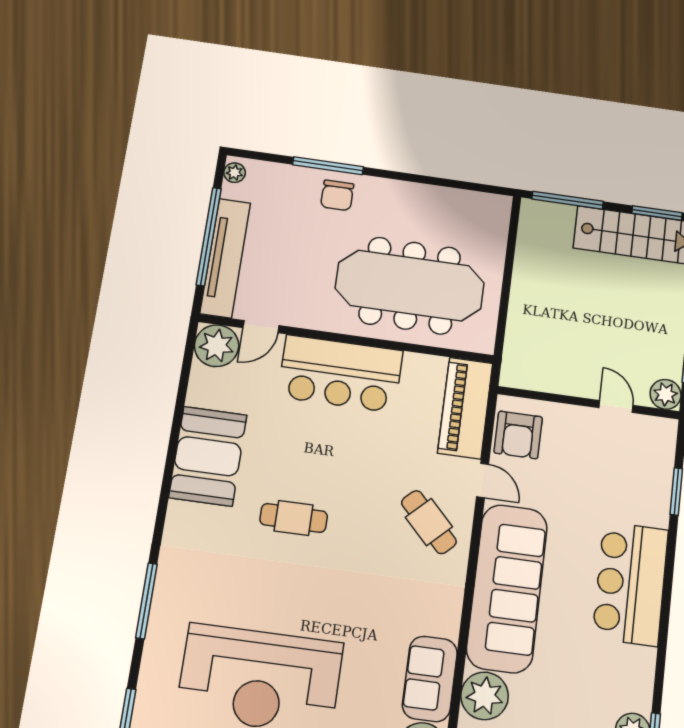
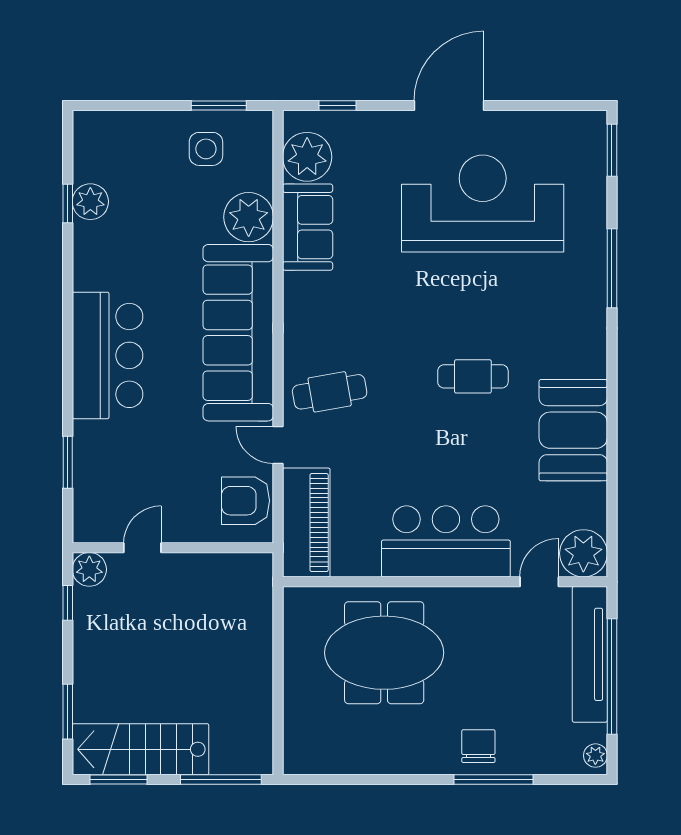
meeting table: (410, 286) -> (384, 653), width x0.73
door: (616, 407) -> (142, 548), swing flipped
armchair: (518, 435) -> (245, 501), turned -90
cafe table: (429, 522) -> (330, 392), turned -56

